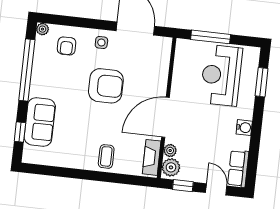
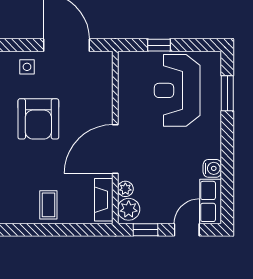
window: (211, 37) -> (159, 45), width x0.46
armchair: (106, 86) -> (38, 119), turned 90
water cooler: (244, 128) -> (212, 168), moved
door: (216, 189) -> (187, 230), hinge flipped

